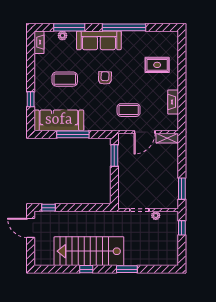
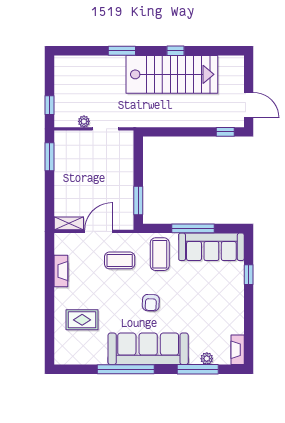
sofa: (99, 40) -> (148, 349), width x1.36, depth x1.27
coffee table: (65, 79) -> (160, 254), moved, turned 90

